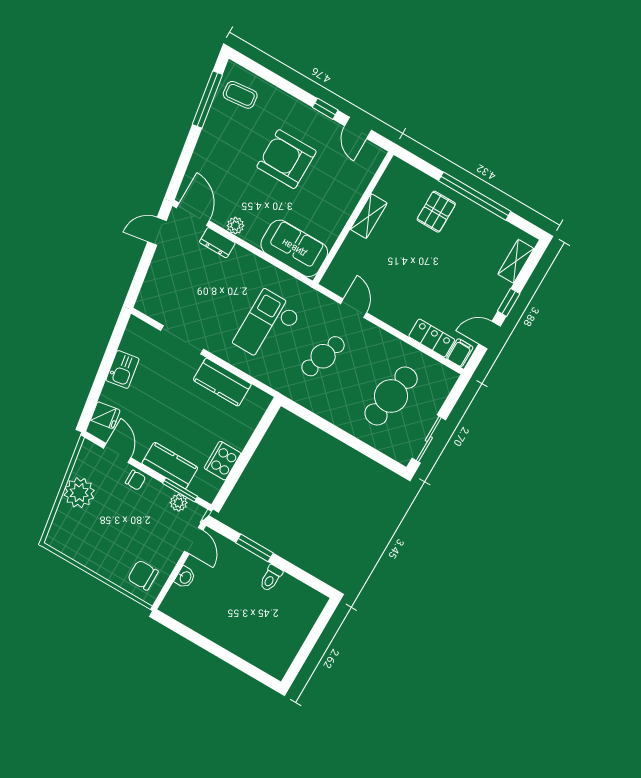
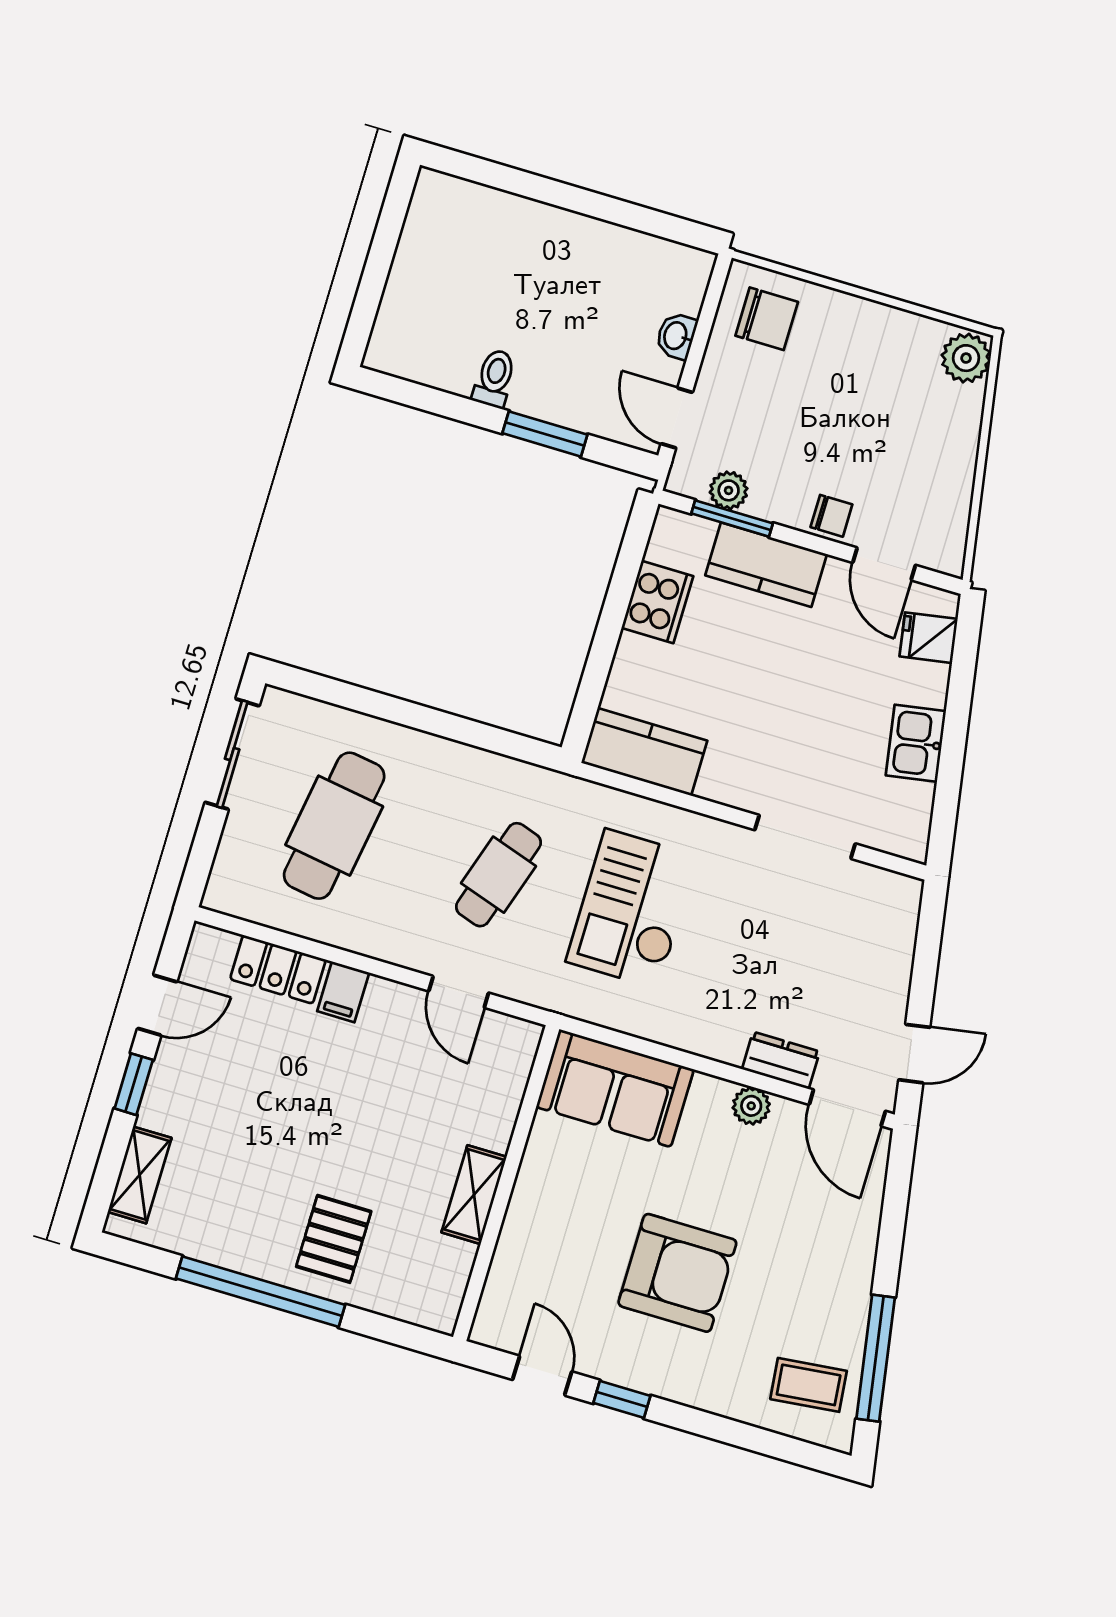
checkout: (267, 327) -> (632, 909), turned 180
filing cabinet: (460, 353) -> (343, 992), moved
kitchen counter: (222, 382) -> (644, 752), moved
chair: (135, 480) -> (831, 516), turned 180
plant: (79, 493) -> (966, 358), moved, width x0.73, depth x0.73

